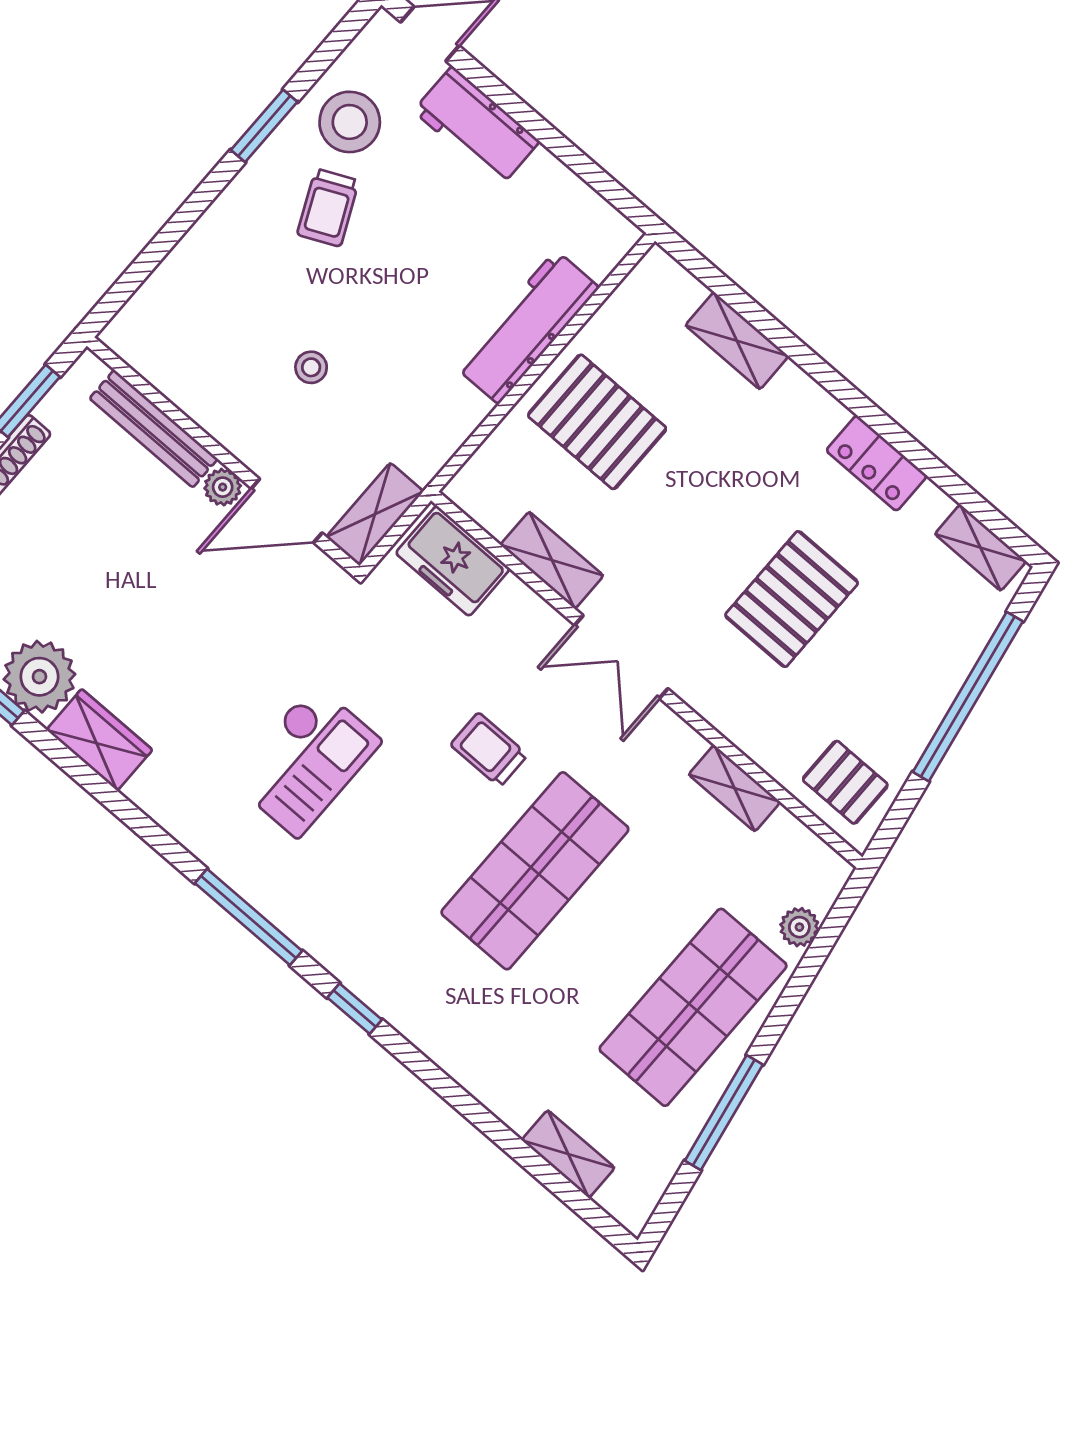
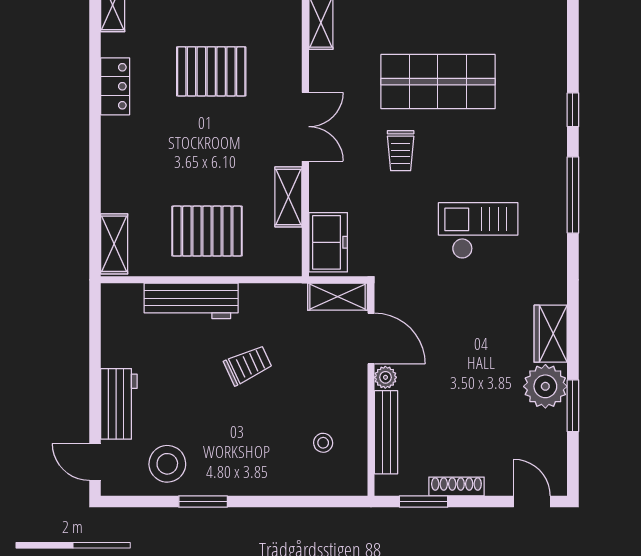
trolley: (328, 208) -> (248, 365), moved
shelving: (737, 341) -> (114, 244), moved
stool: (311, 367) -> (323, 443), moved
pallet: (597, 422) -> (207, 231), turned 90

